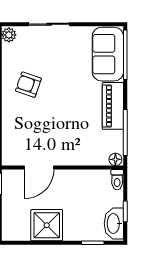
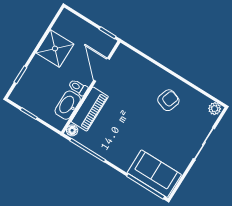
piano: (113, 106) -> (90, 109), moved, turned 90
toilet: (117, 180) -> (78, 87), moved
washbasin: (114, 224) -> (68, 105), moved, turned -90

